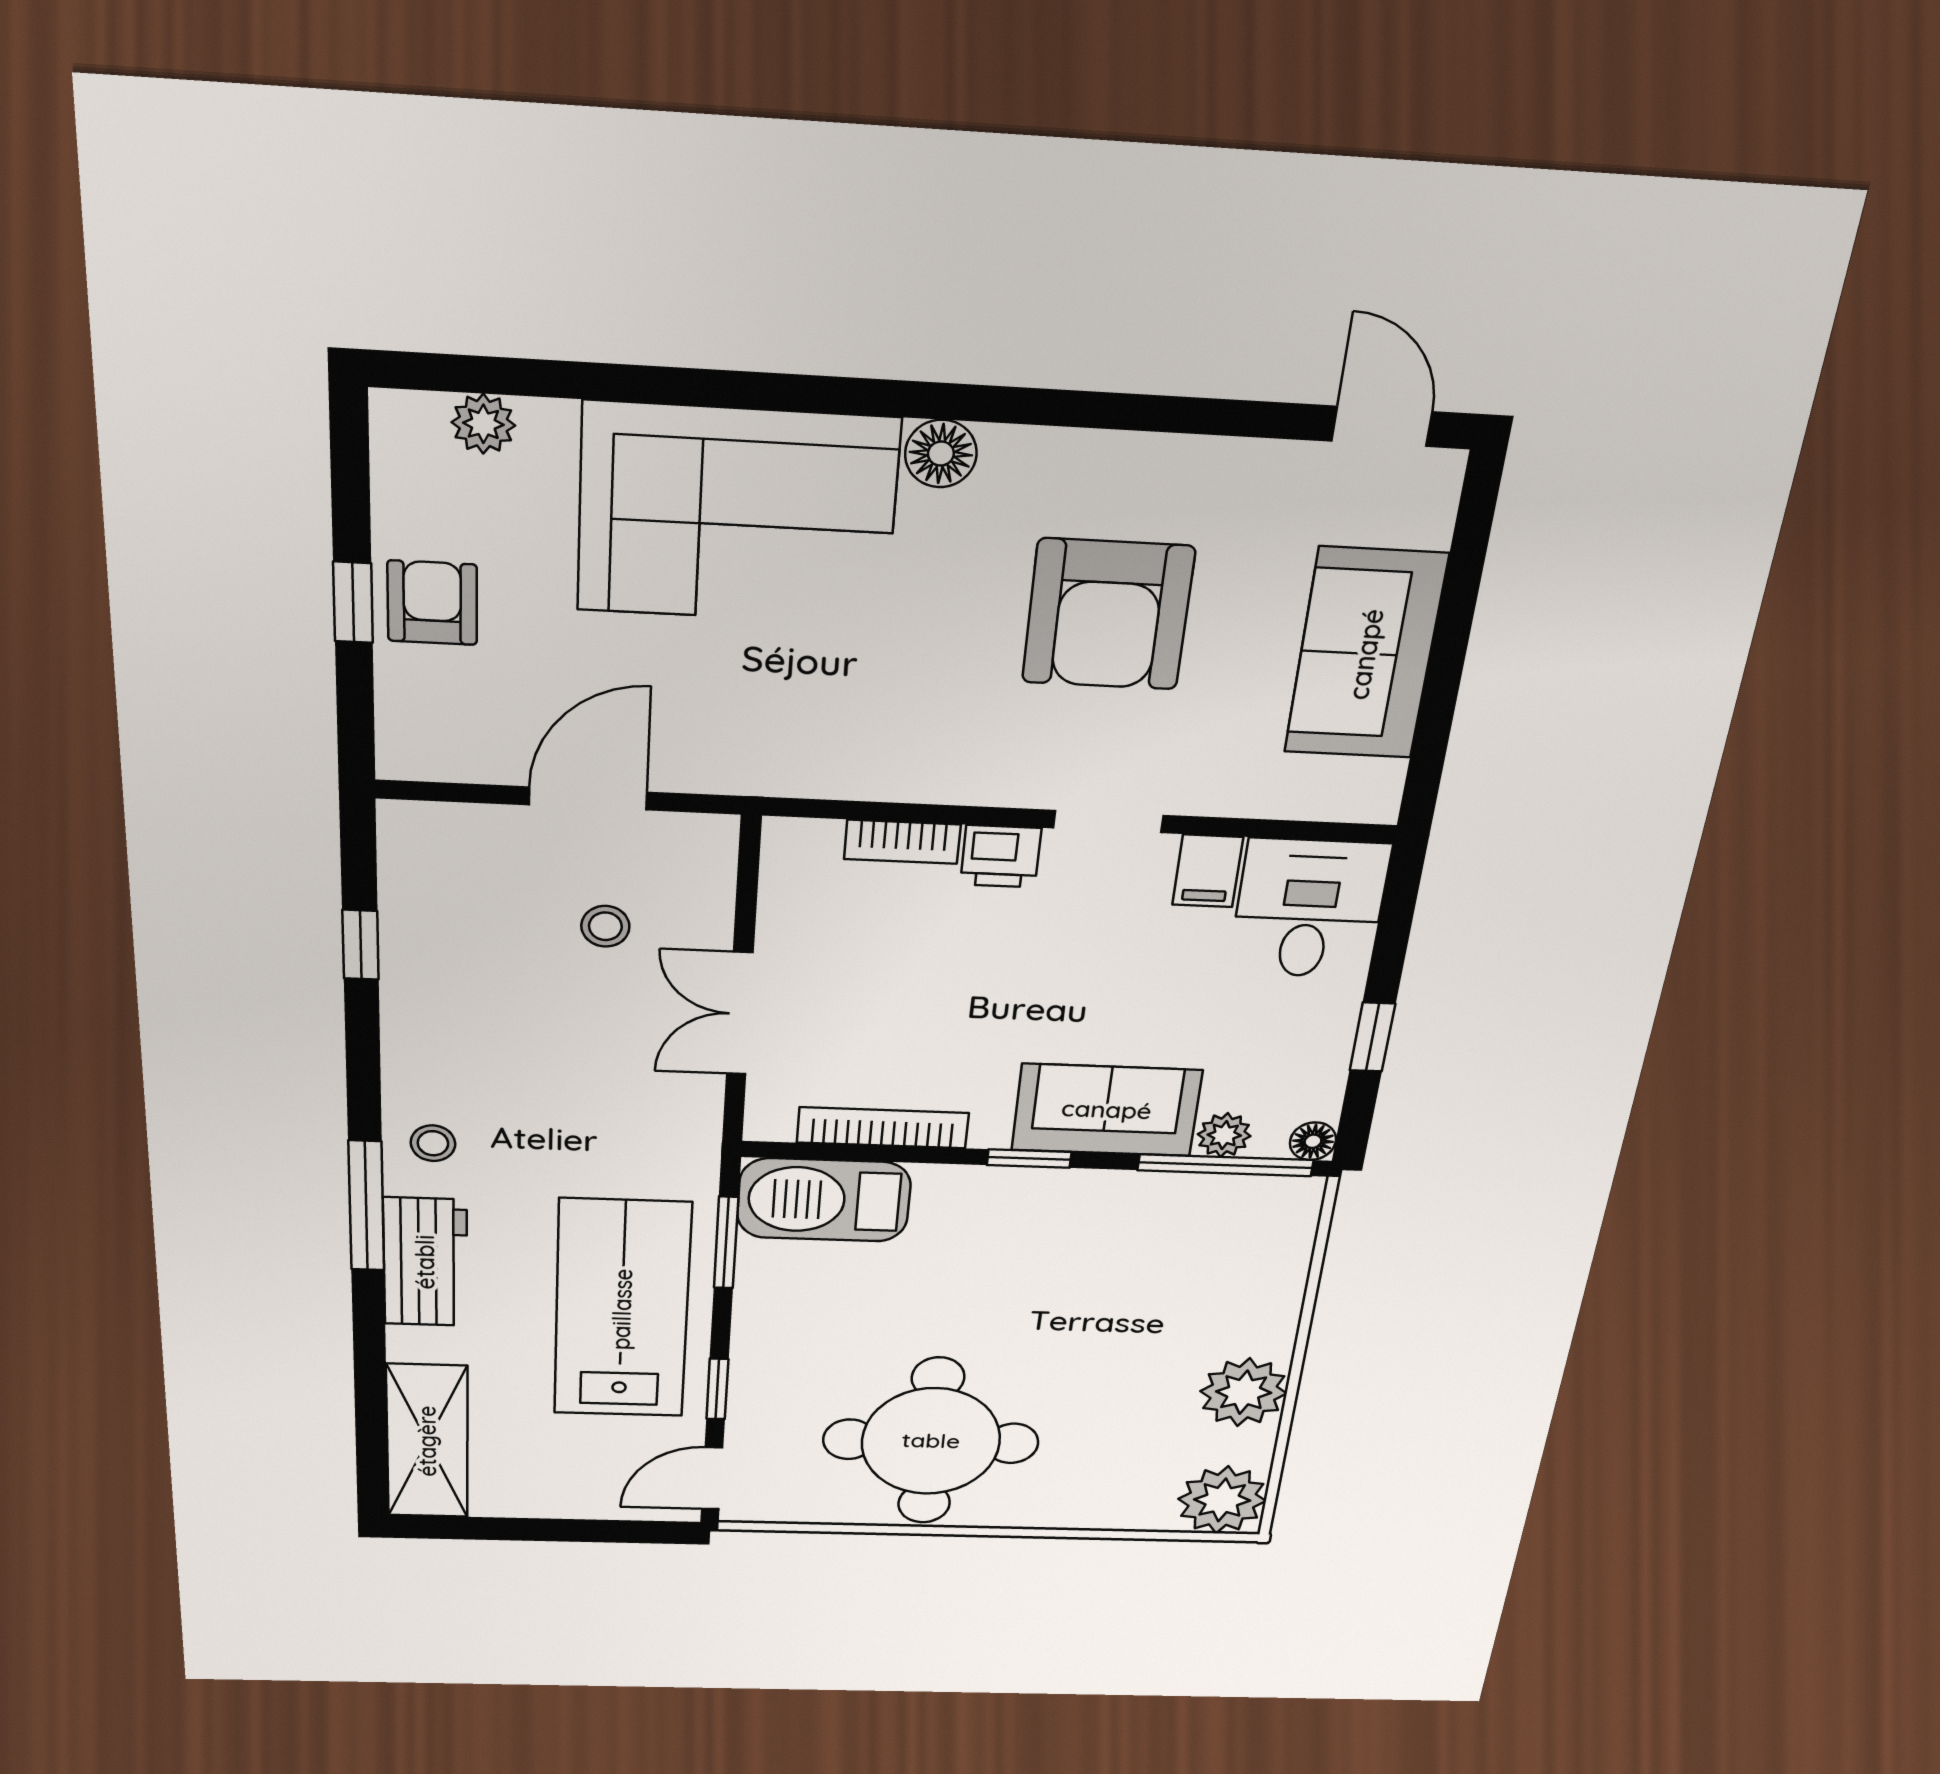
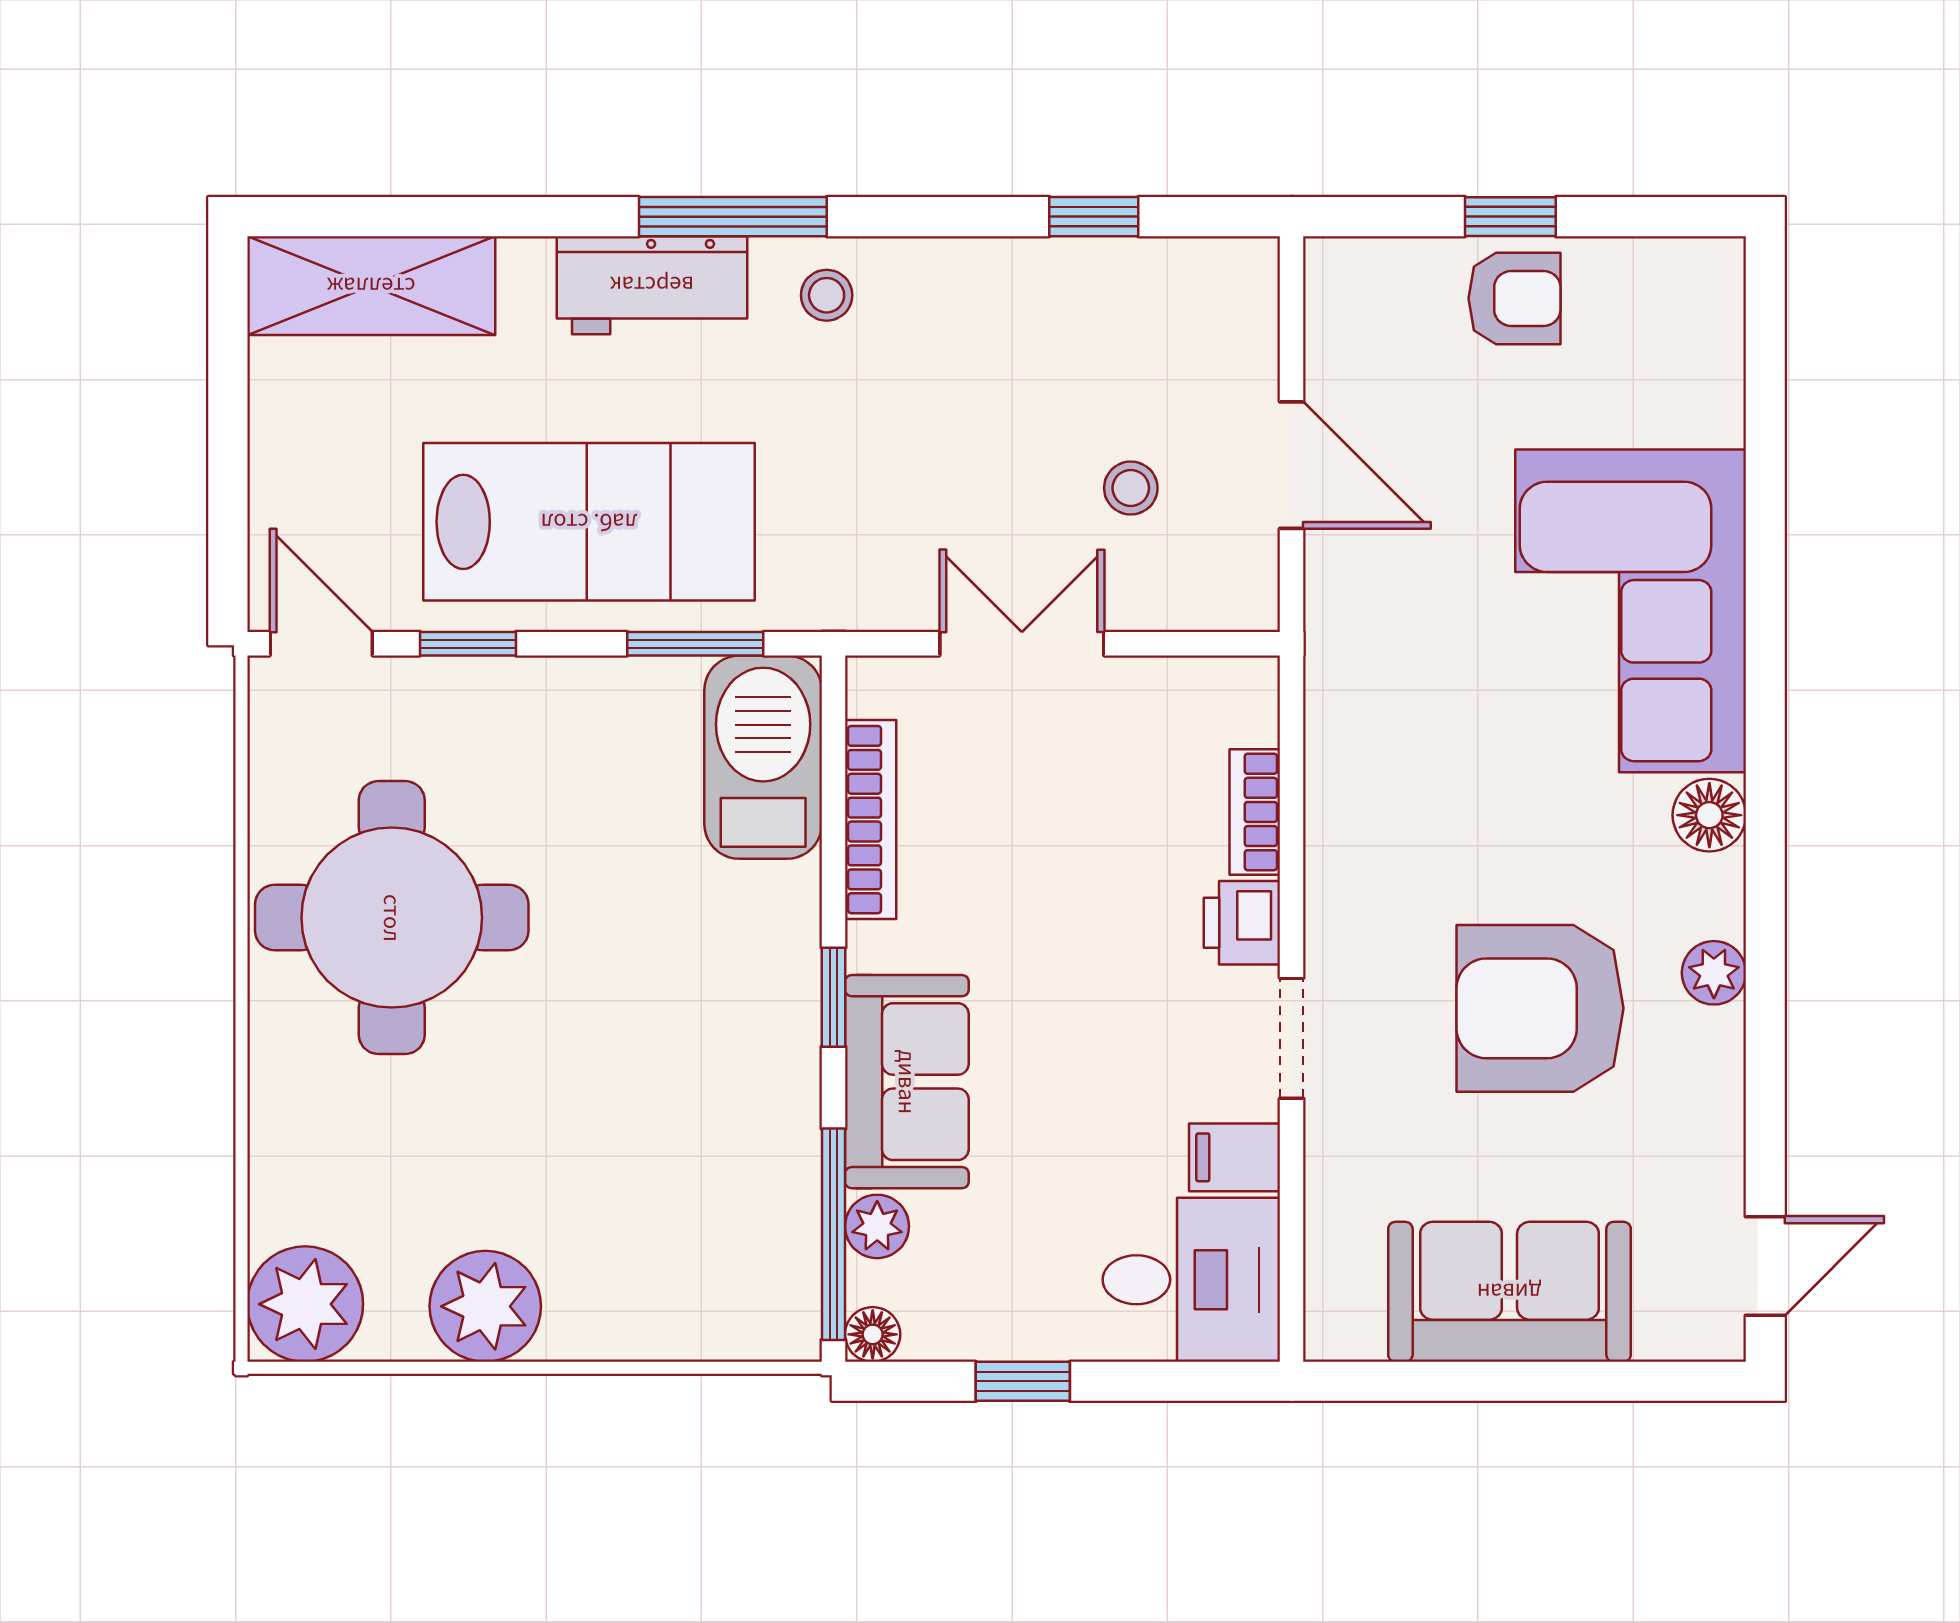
plant: (483, 424) -> (1714, 973), moved

